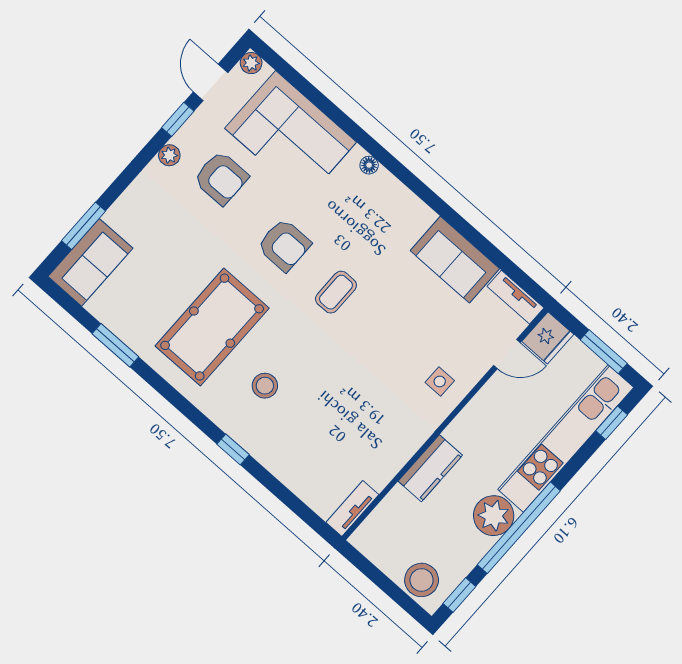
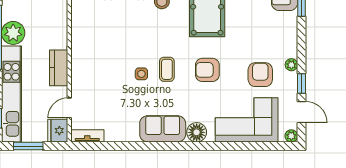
floor lamp: (369, 165) -> (197, 132), width x1.89, depth x1.89
armchair: (221, 178) -> (260, 75), turned 90
sofa: (455, 260) -> (163, 129), moved
side table: (440, 381) -> (141, 74), moved
kitchen counter: (430, 468) -> (59, 68), moved

